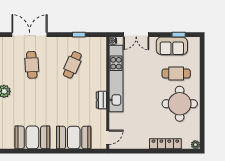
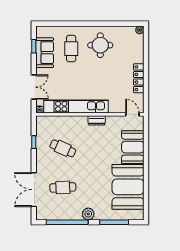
round table: (180, 104) -> (100, 45), width x0.73, depth x0.73
booth: (32, 137) -> (128, 187), width x1.36, depth x1.42
locker: (165, 144) -> (139, 78), moved

